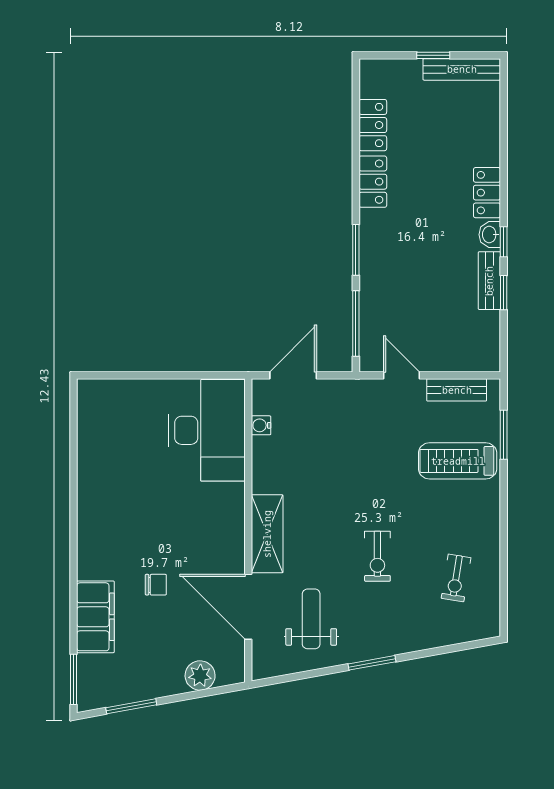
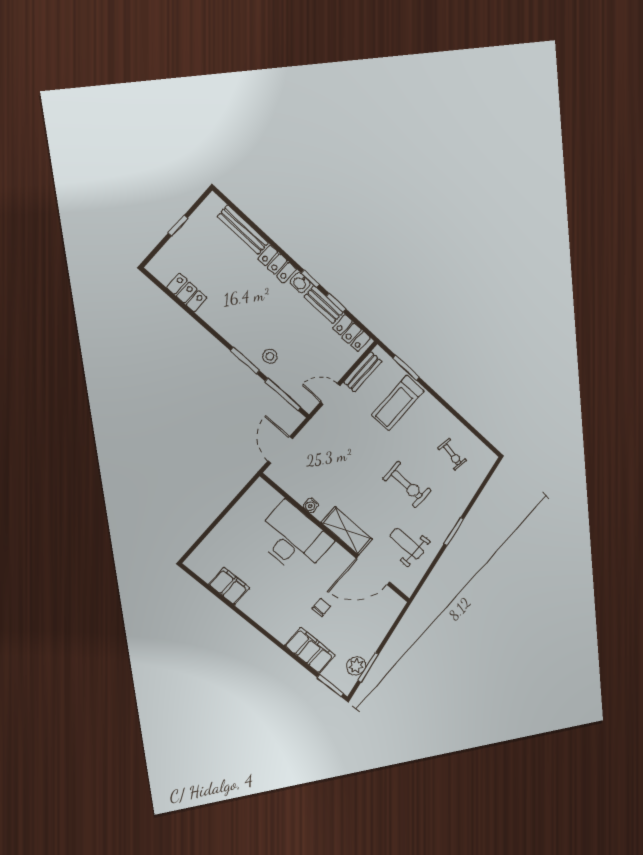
bench: (462, 69) -> (243, 230), moved, turned 90
locker: (373, 182) -> (352, 333), moved, turned 180
stool: (384, 273) -> (270, 356), added
water cooler: (261, 425) -> (311, 505), moved
desk: (207, 430) -> (293, 539), moved
filing cabinet: (94, 455) -> (229, 586), added
exercise bike: (377, 556) -> (407, 485), width x1.38, depth x1.39
plant: (200, 676) -> (356, 666), moved

